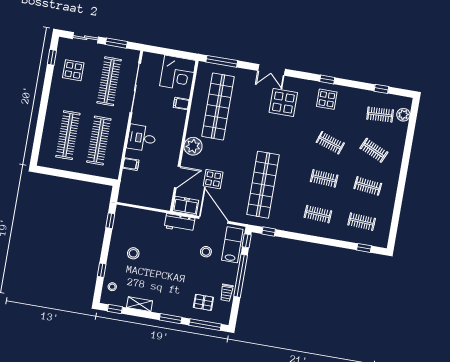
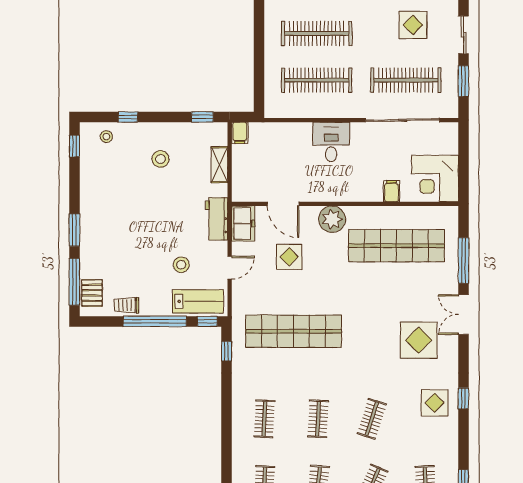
window: (222, 61) -> (463, 261), moved
filing cabinet: (131, 164) -> (240, 133), moved
door: (213, 220) -> (230, 268), width x0.53
pallet: (203, 302) -> (92, 293), moved
shelving: (140, 304) -> (219, 165), moved

